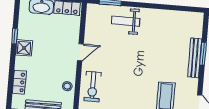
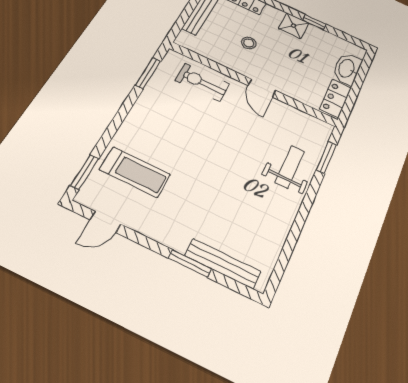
bench: (195, 58) -> (223, 264), moved
stool: (67, 86) -> (249, 43), moved

